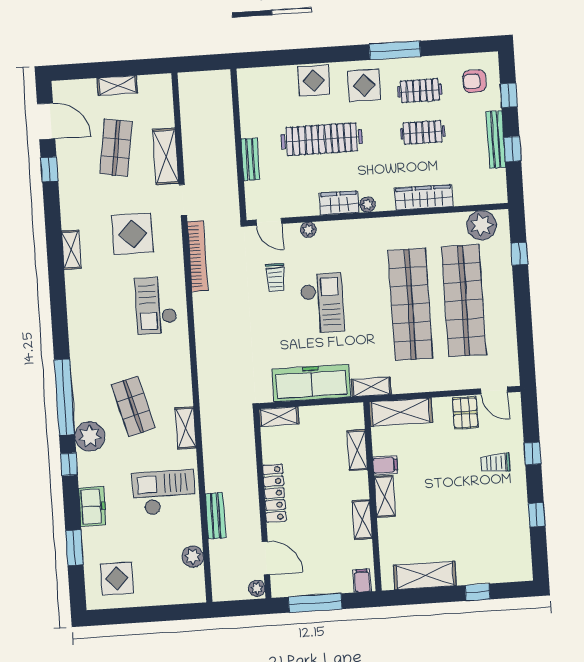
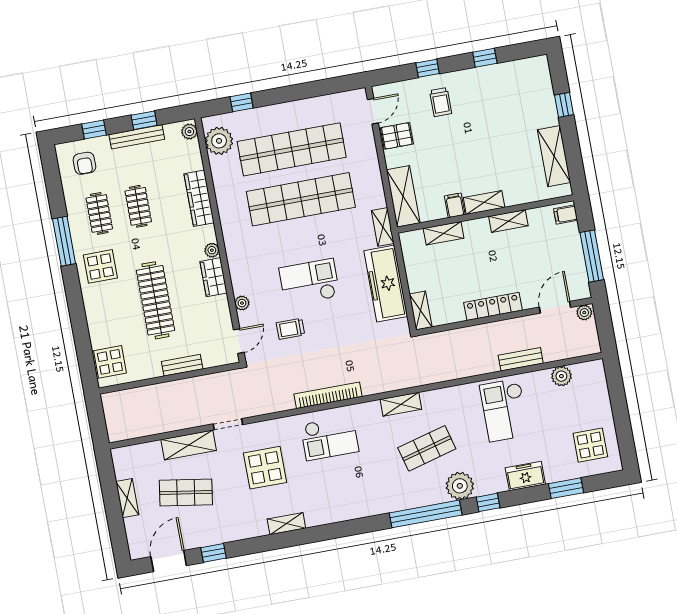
display table: (314, 81) -> (110, 362), moved
plant: (495, 195) -> (189, 132), added
bookcase: (197, 256) -> (328, 395), moved
trolley: (275, 278) -> (290, 329), turned 180
shelving: (186, 428) -> (401, 404), moved

